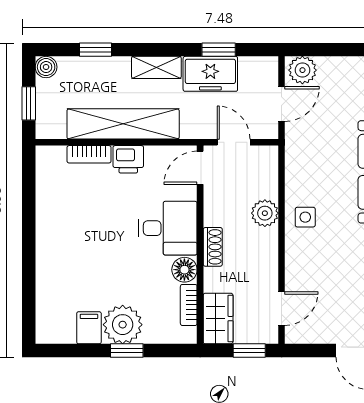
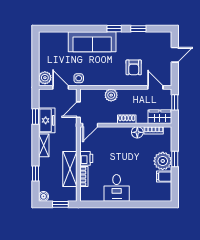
shelving: (123, 124) -> (70, 169), width x0.68
door: (200, 168) -> (90, 125), hinge flipped
side table: (305, 217) -> (79, 78), moved
desk: (168, 228) -> (117, 188), moved, turned 180
armchair: (325, 262) -> (134, 67), added

